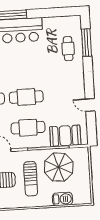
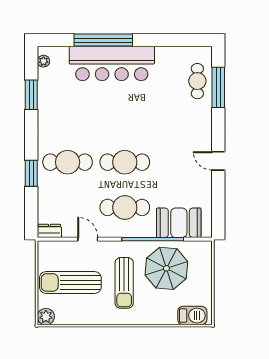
cafe table: (68, 49) -> (197, 81), moved
door: (90, 105) -> (218, 161), moved
barbecue: (62, 199) -> (192, 316), moved

